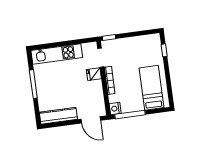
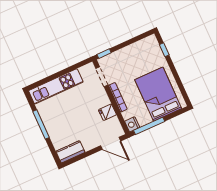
fridge: (94, 74) -> (107, 112), moved
bed: (152, 88) -> (158, 94), width x1.50
kitchen counter: (58, 116) -> (70, 152), width x0.67

